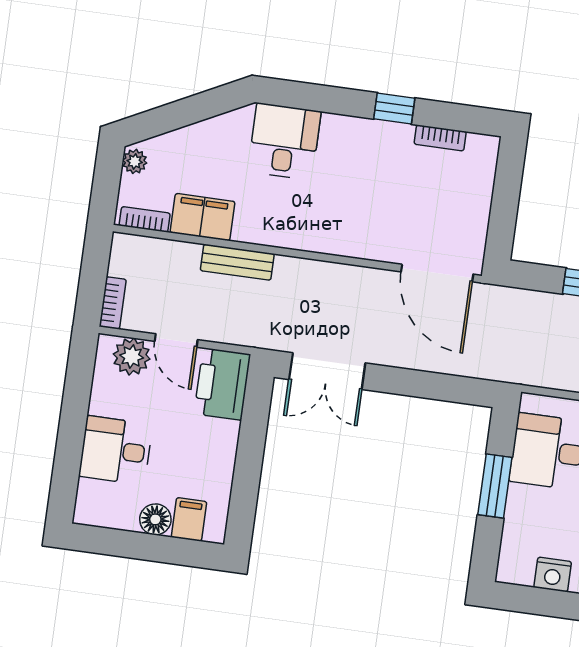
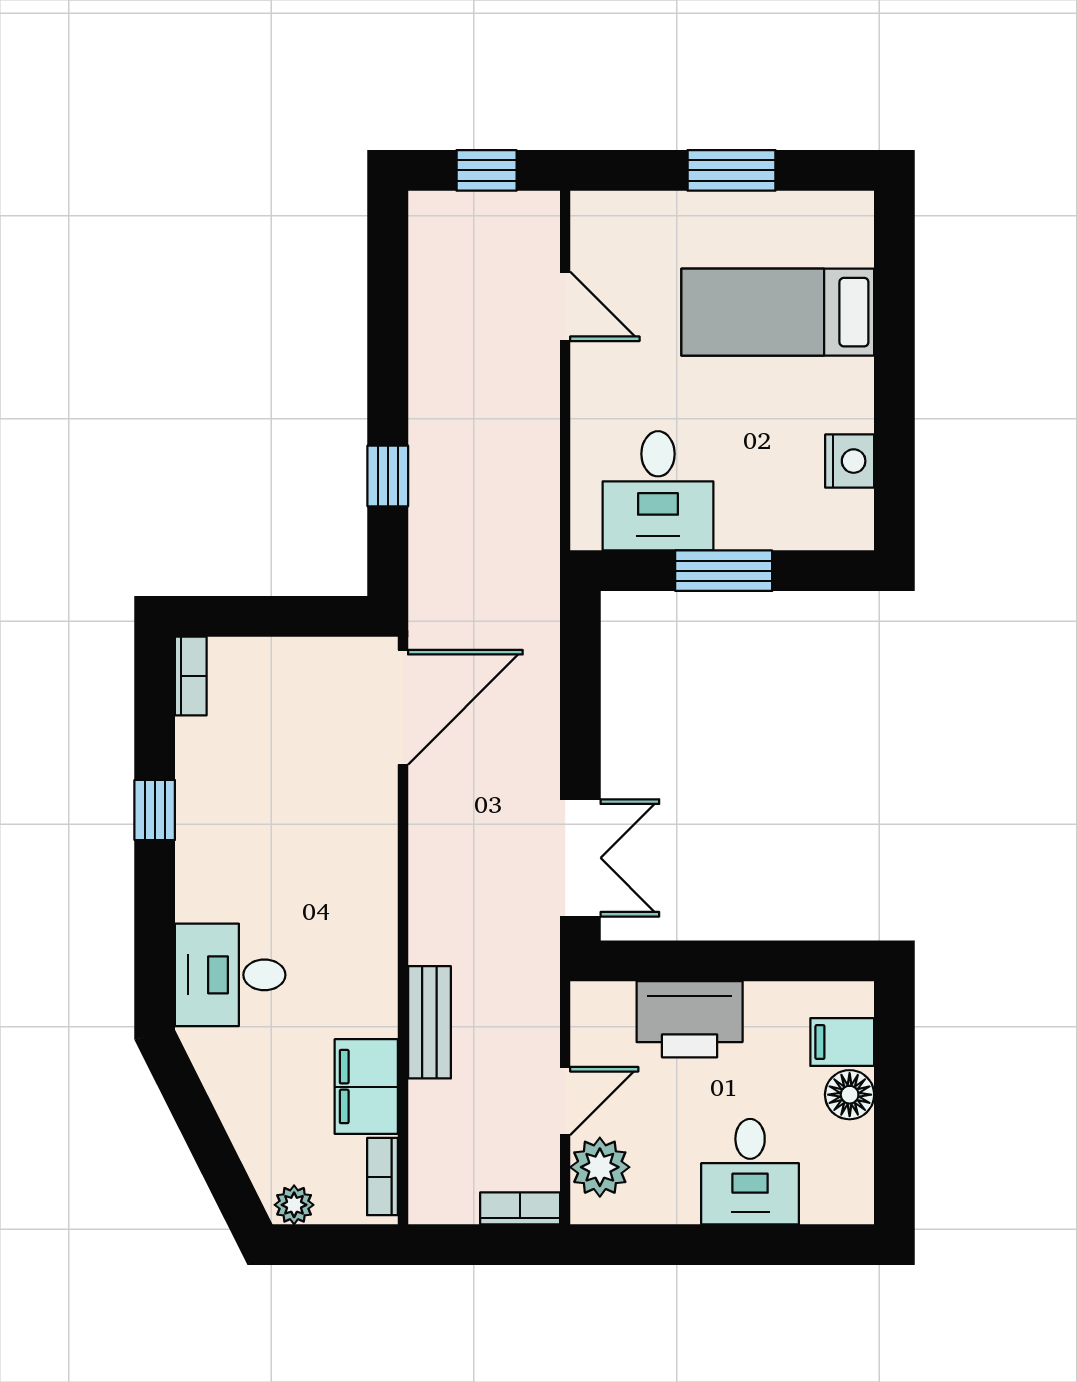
bookcase: (440, 138) -> (191, 676), moved
printer: (222, 384) -> (690, 1019), moved

